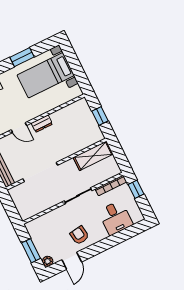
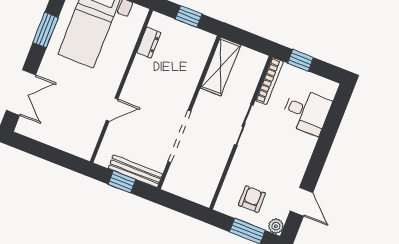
dresser: (42, 124) -> (149, 43), moved
armchair: (79, 235) -> (252, 199), moved, turned 98

